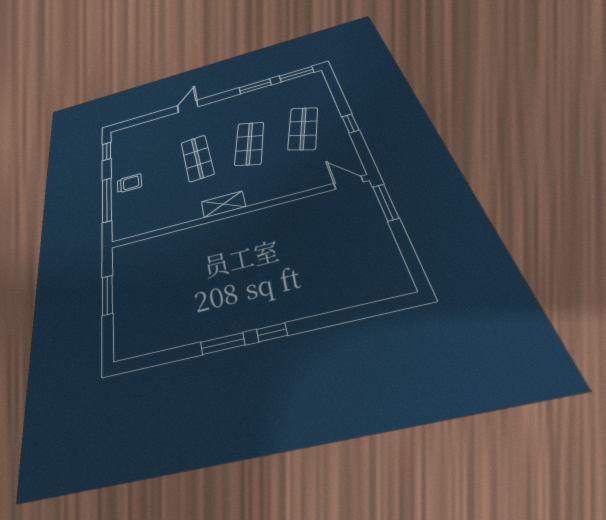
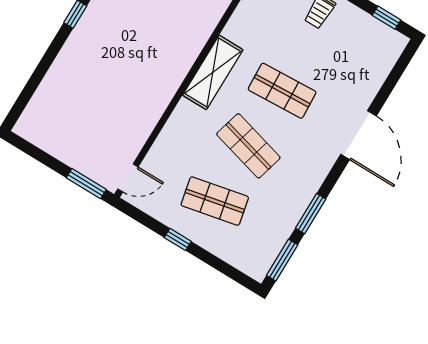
door: (188, 106) -> (358, 135), width x1.87
shop shelf: (303, 128) -> (215, 201), turned -30
shelving: (223, 204) -> (213, 72), width x1.50, depth x1.33

